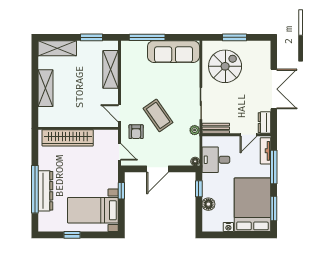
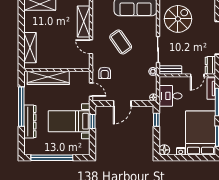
shelving: (46, 88) -> (30, 48), moved
door: (119, 113) -> (91, 47), moved
coffee table: (158, 115) -> (121, 42), moved
window: (35, 189) -> (21, 107), moved
floor lamp: (208, 204) -> (164, 150), moved
bed with nightstands: (93, 210) -> (69, 121), moved
window: (72, 235) -> (52, 158), width x3.17

